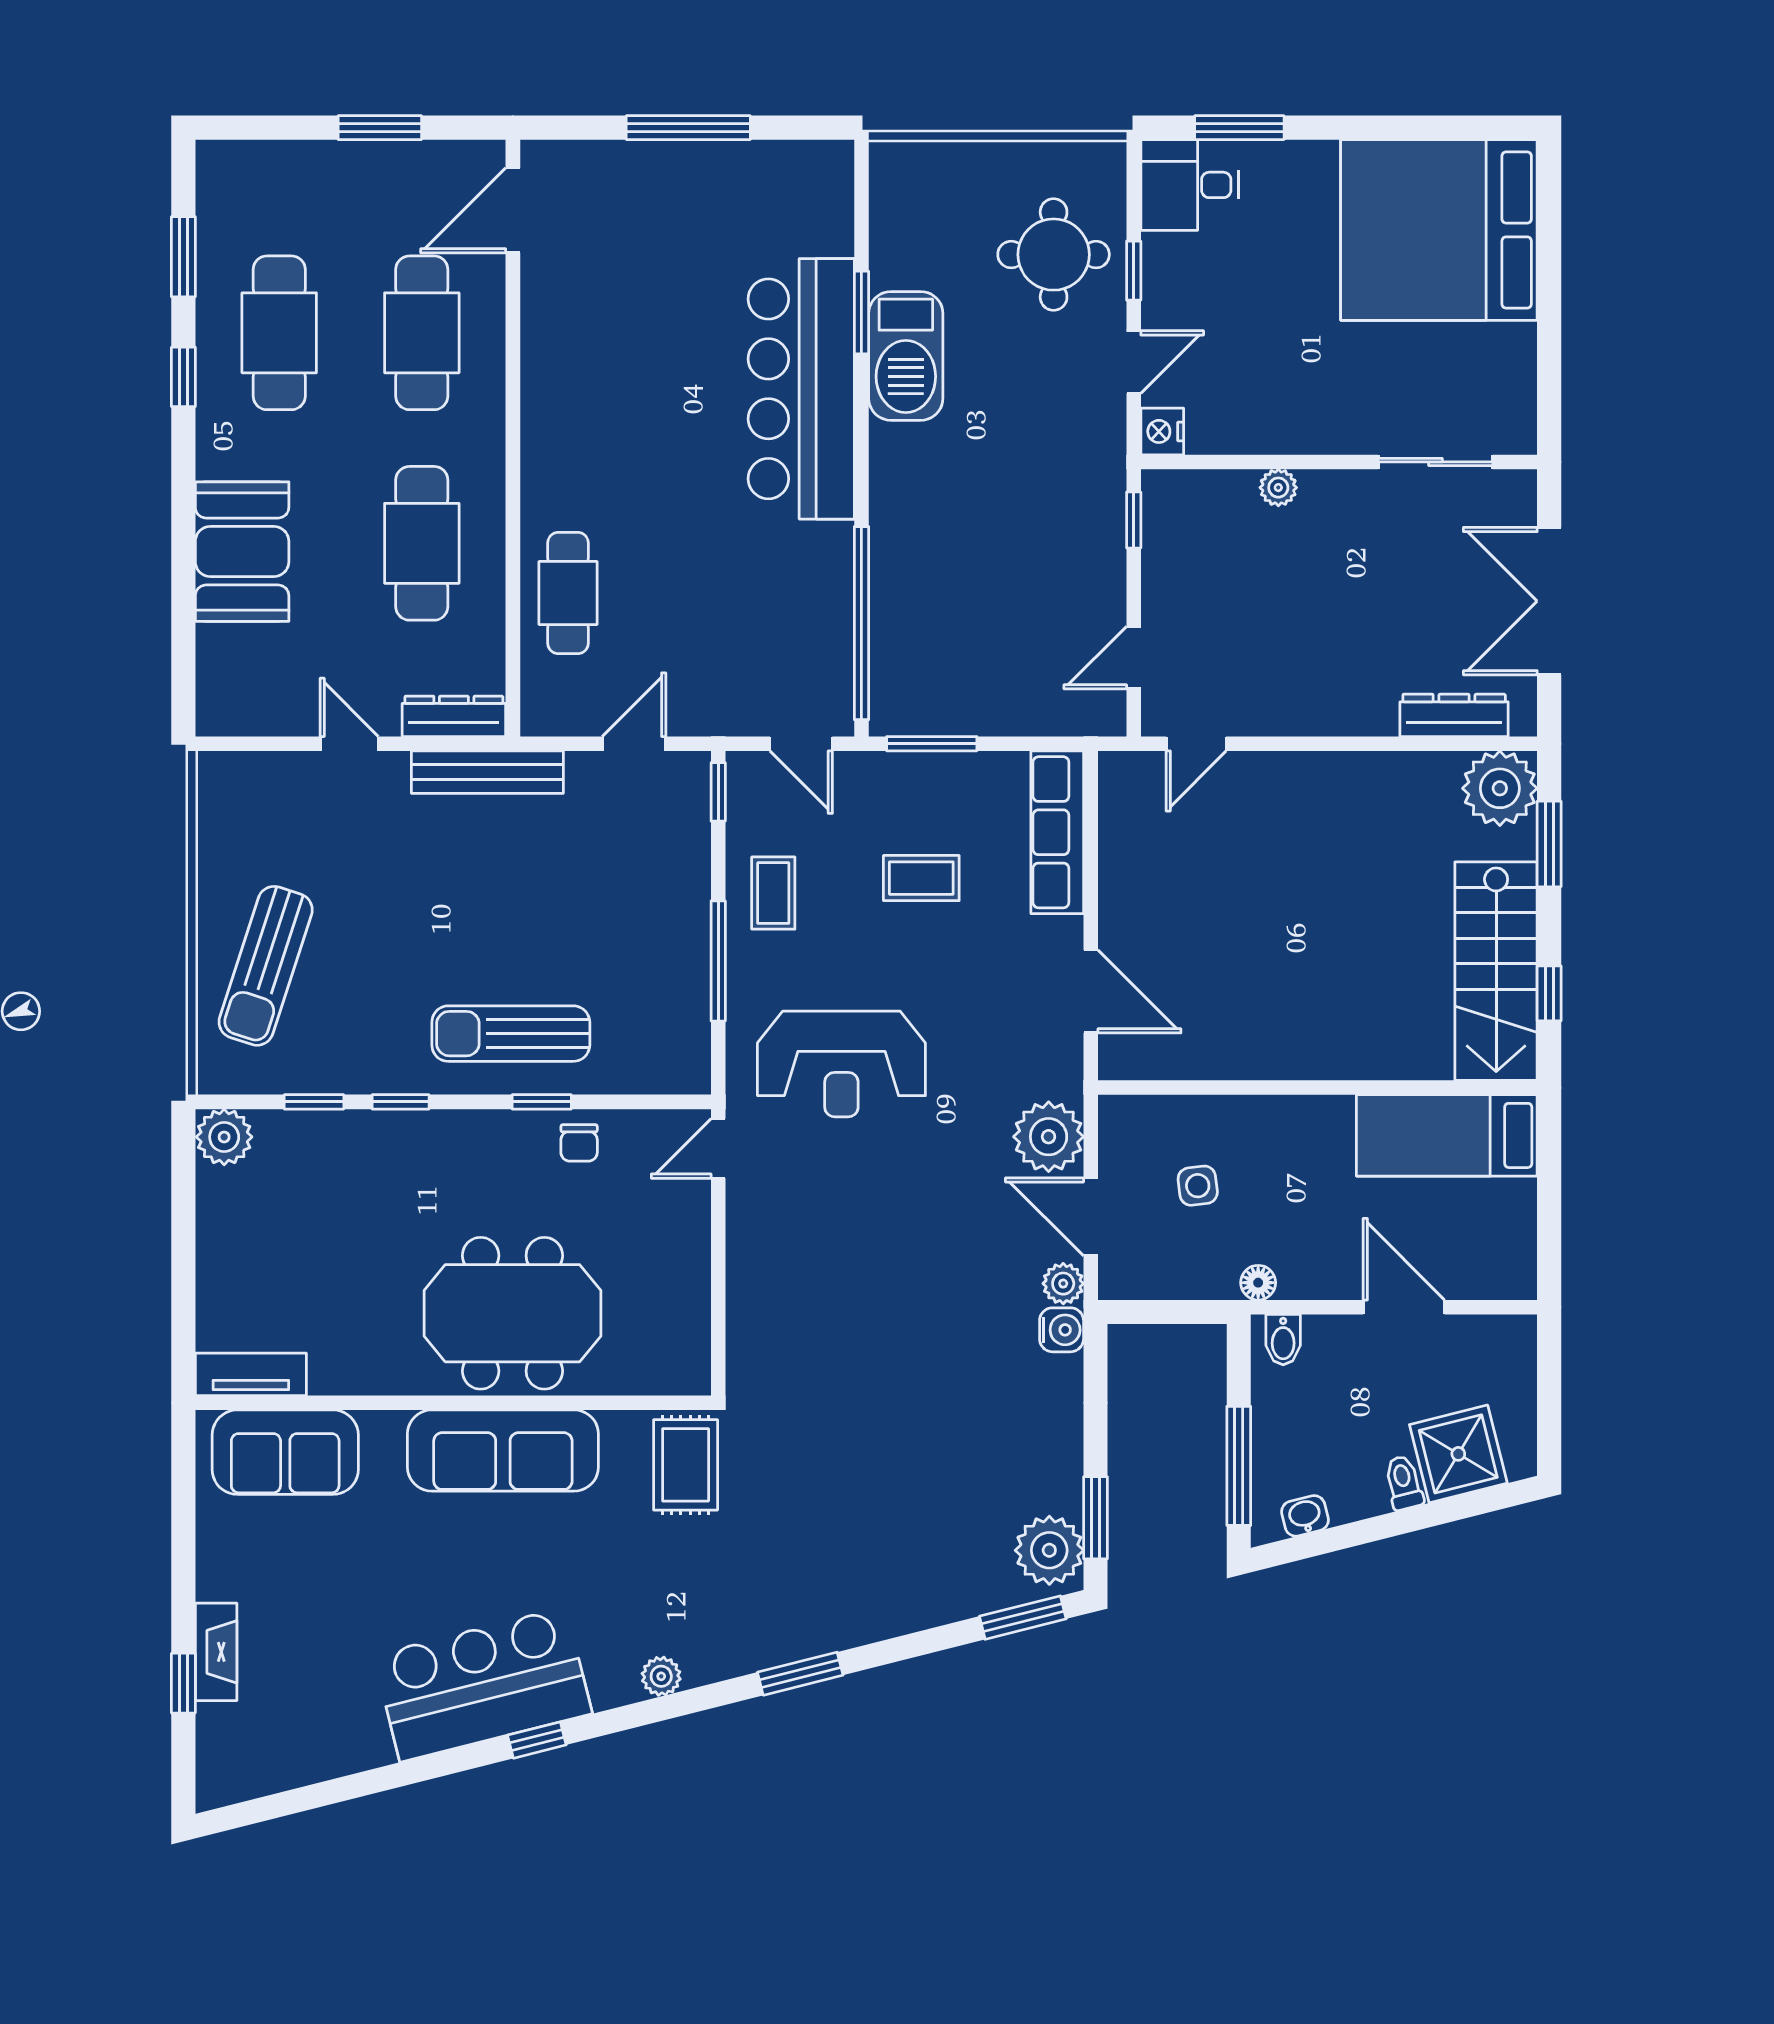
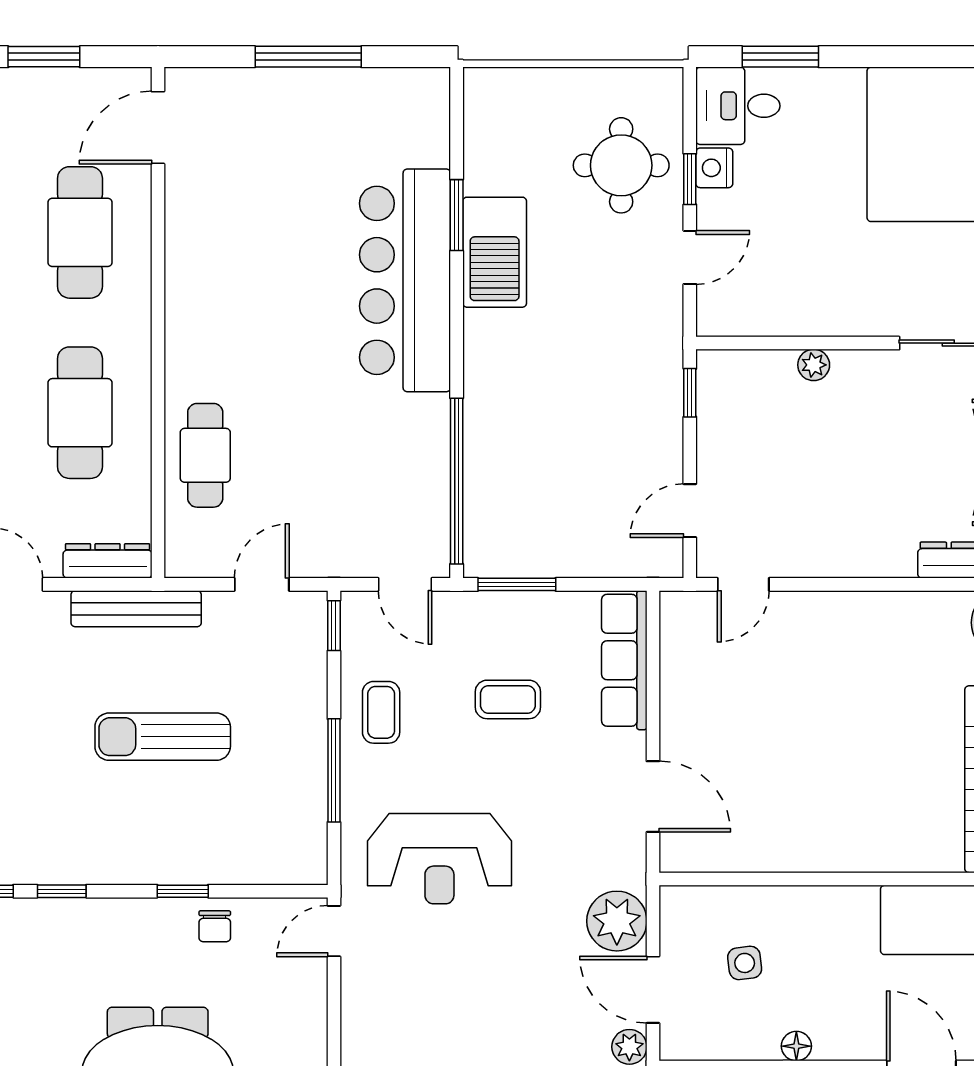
nightstand: (1162, 431) -> (714, 168), moved
sun lounger: (511, 1034) -> (163, 737), moved

